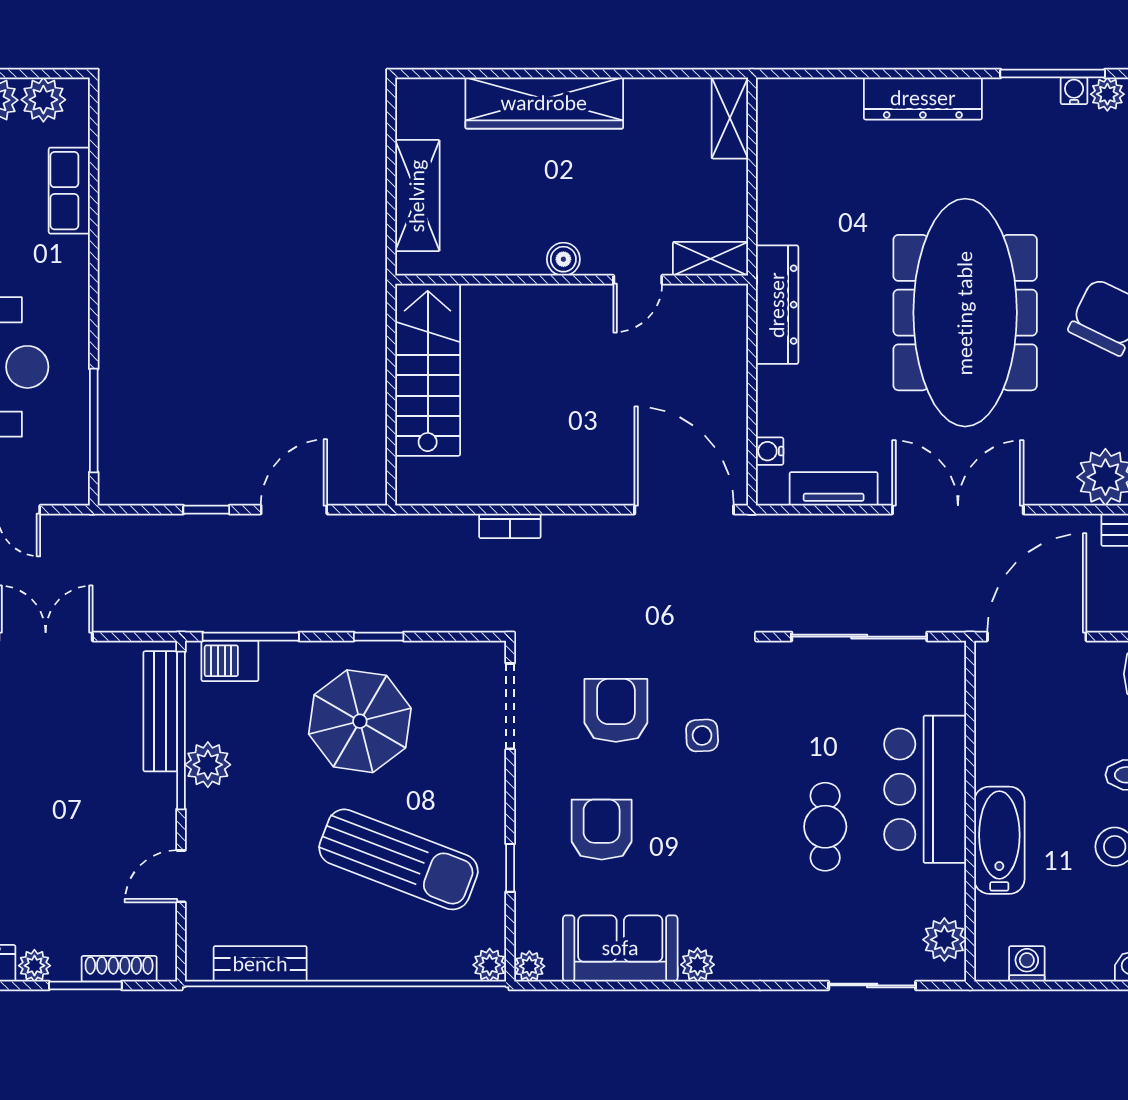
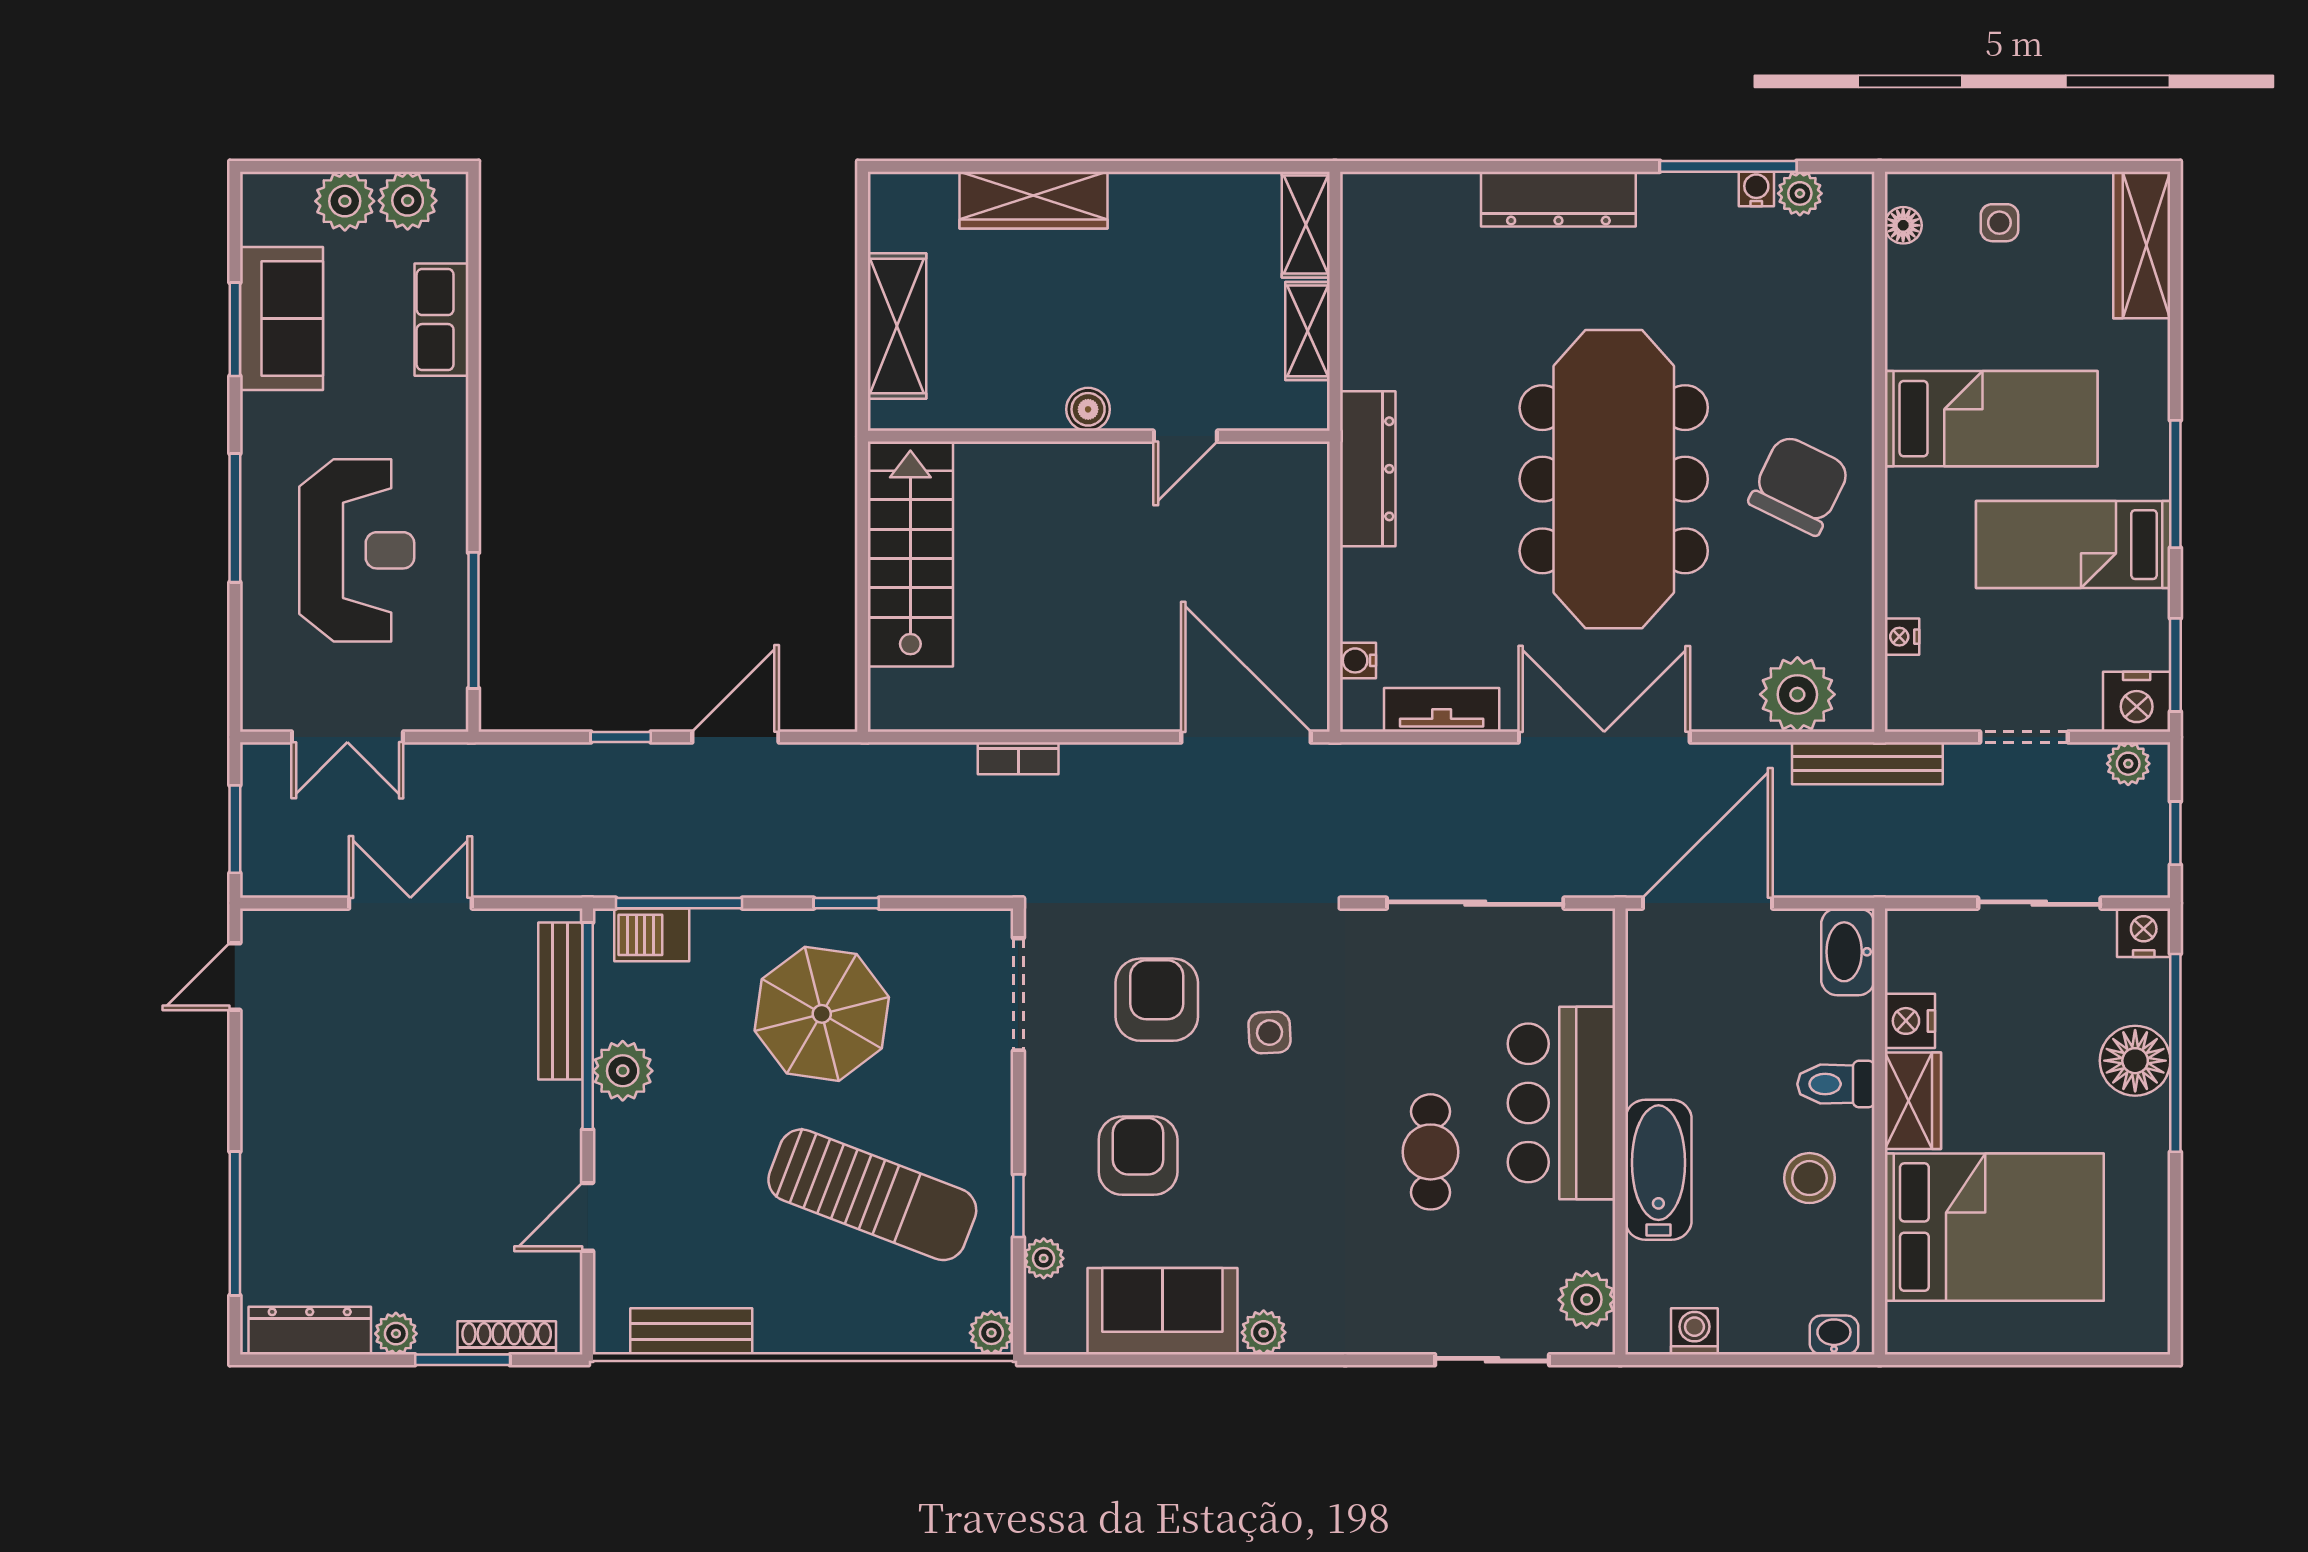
wardrobe: (544, 103) -> (1033, 200), width x0.71, depth x0.85
shelving: (710, 259) -> (1308, 331), moved, turned 90
plant: (529, 966) -> (1044, 1258), moved

